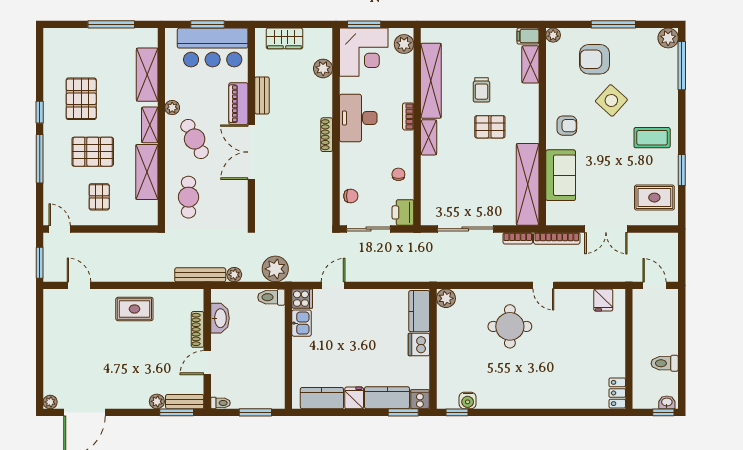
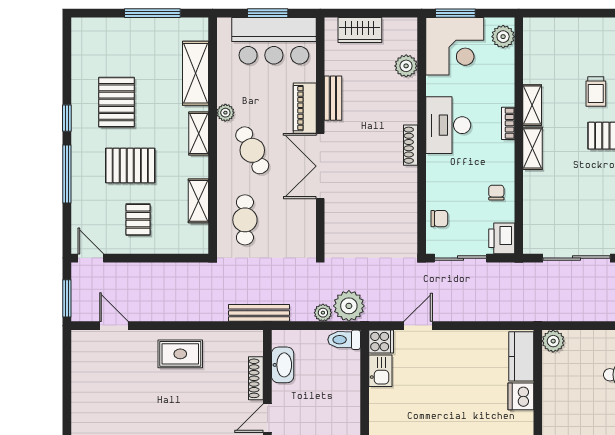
shelving: (431, 81) -> (532, 105), width x0.45, depth x0.75
shelving: (147, 172) -> (198, 201), width x0.67, depth x0.75
plant: (234, 275) -> (323, 313), moved

